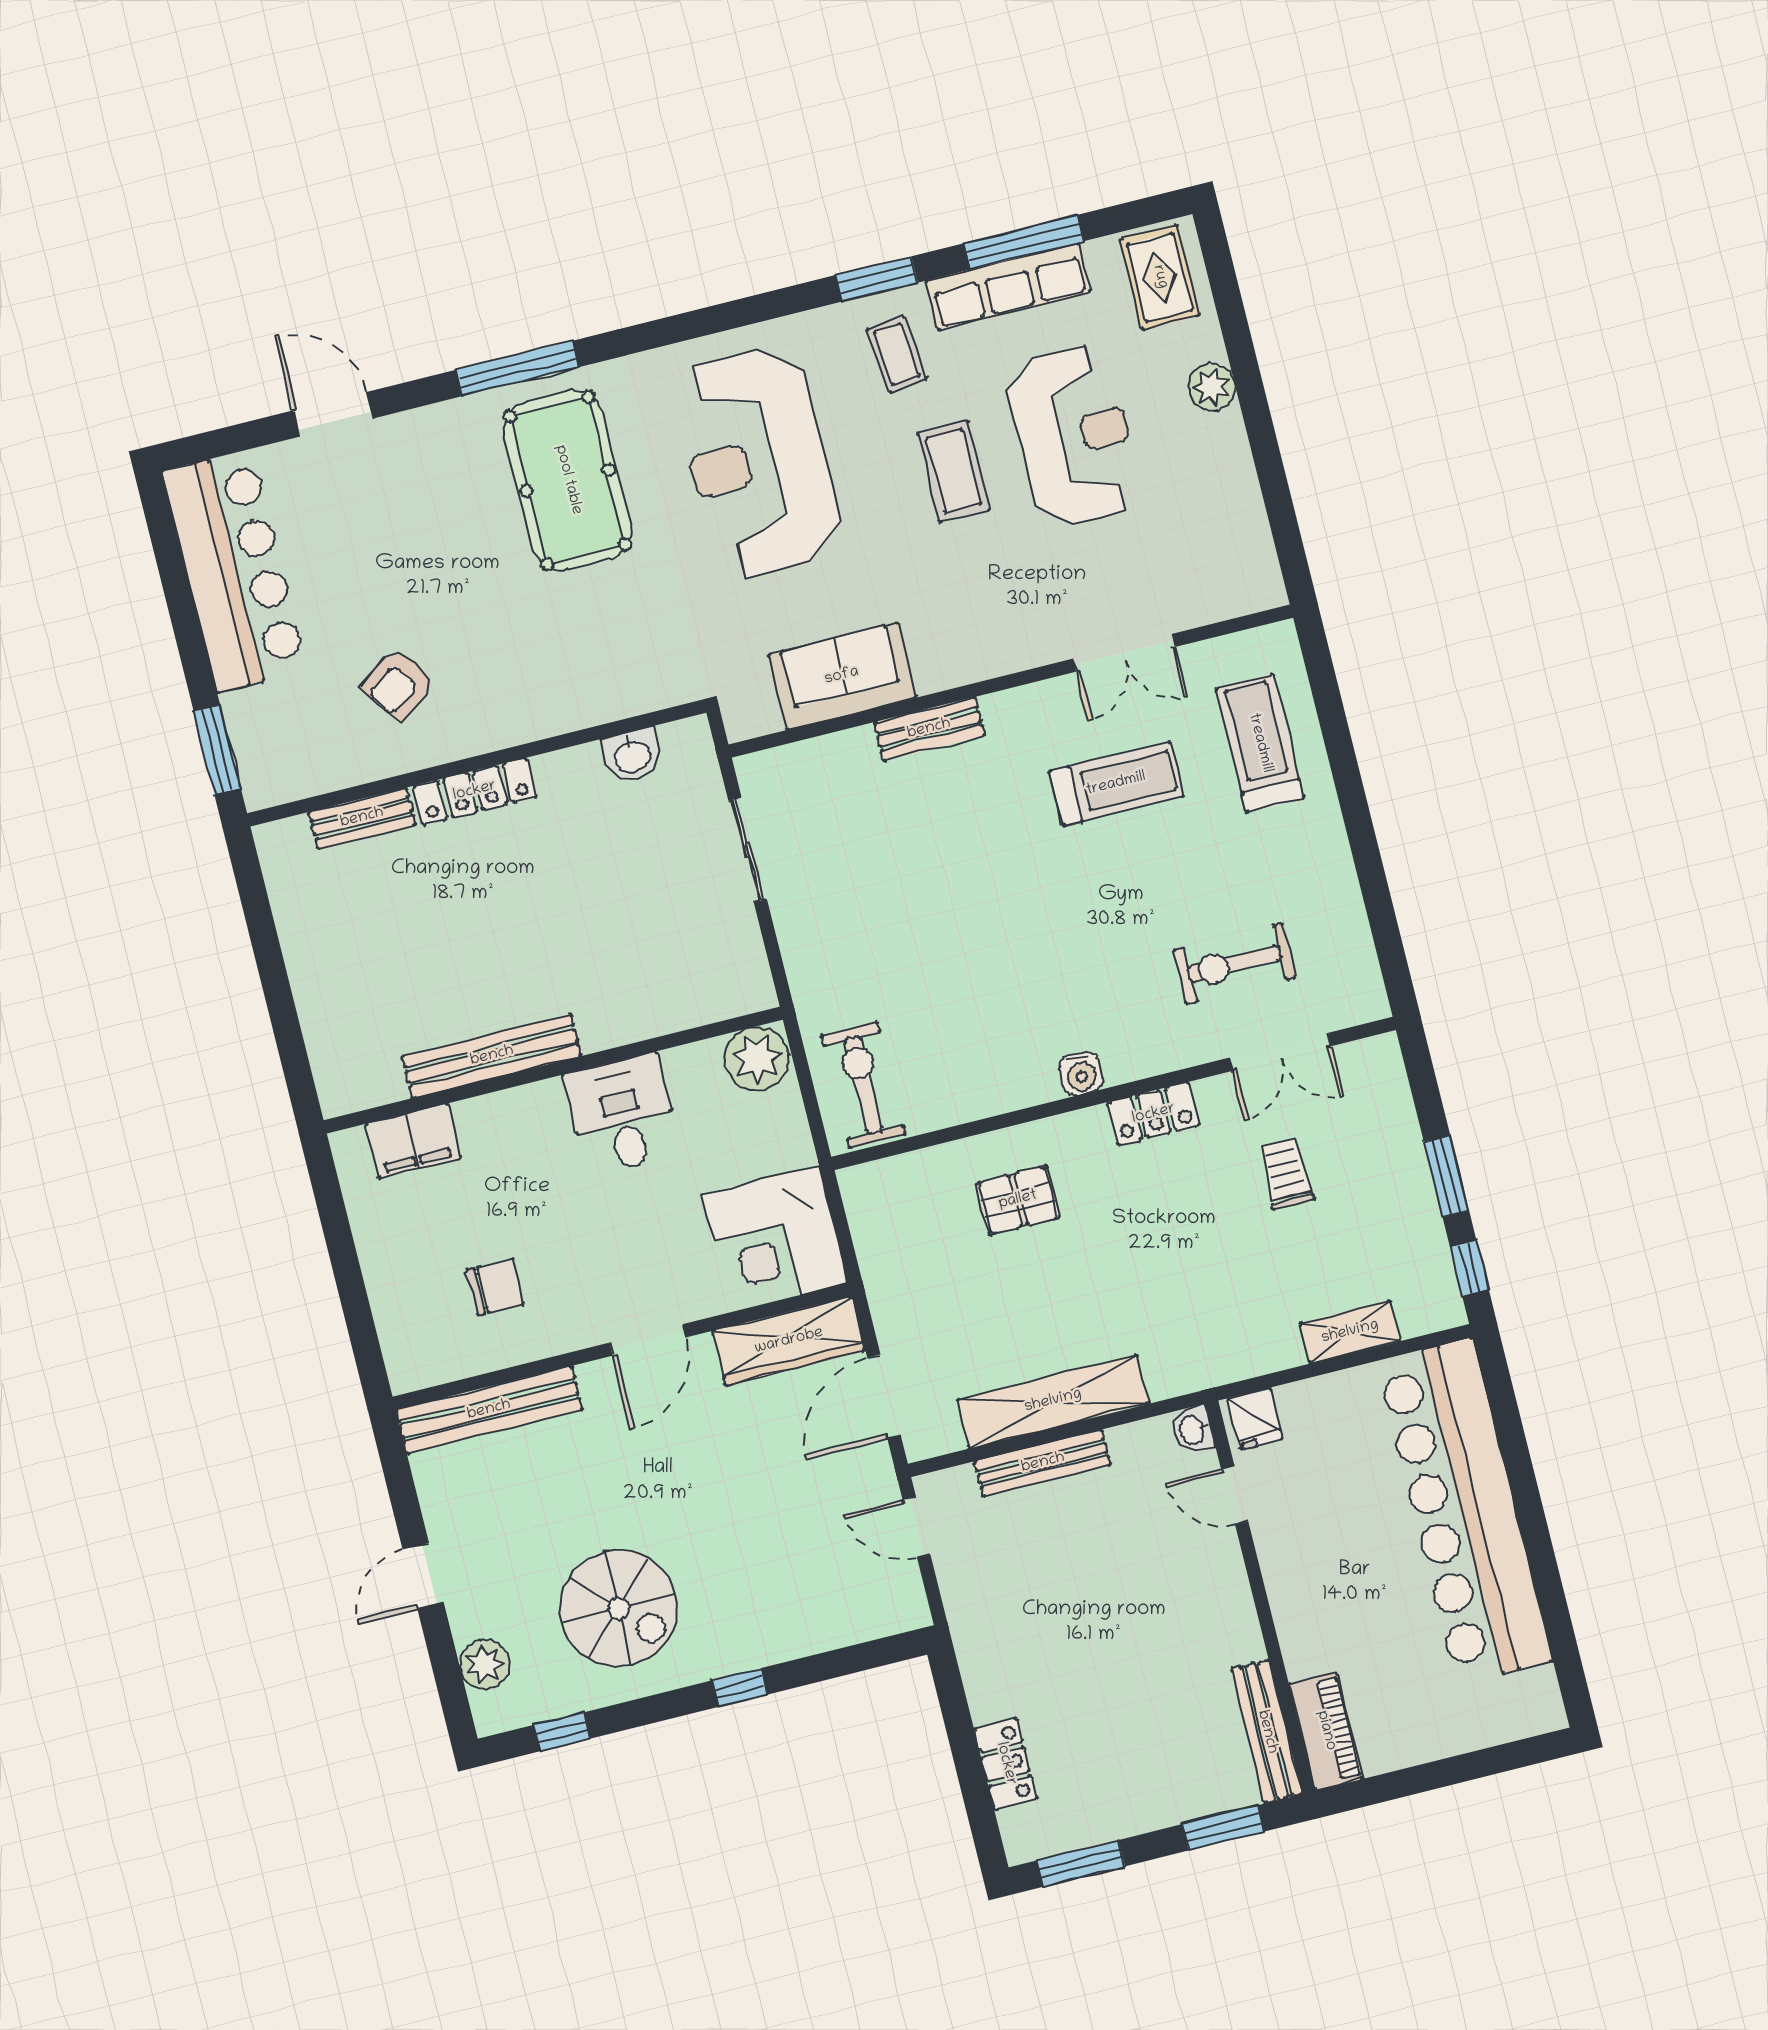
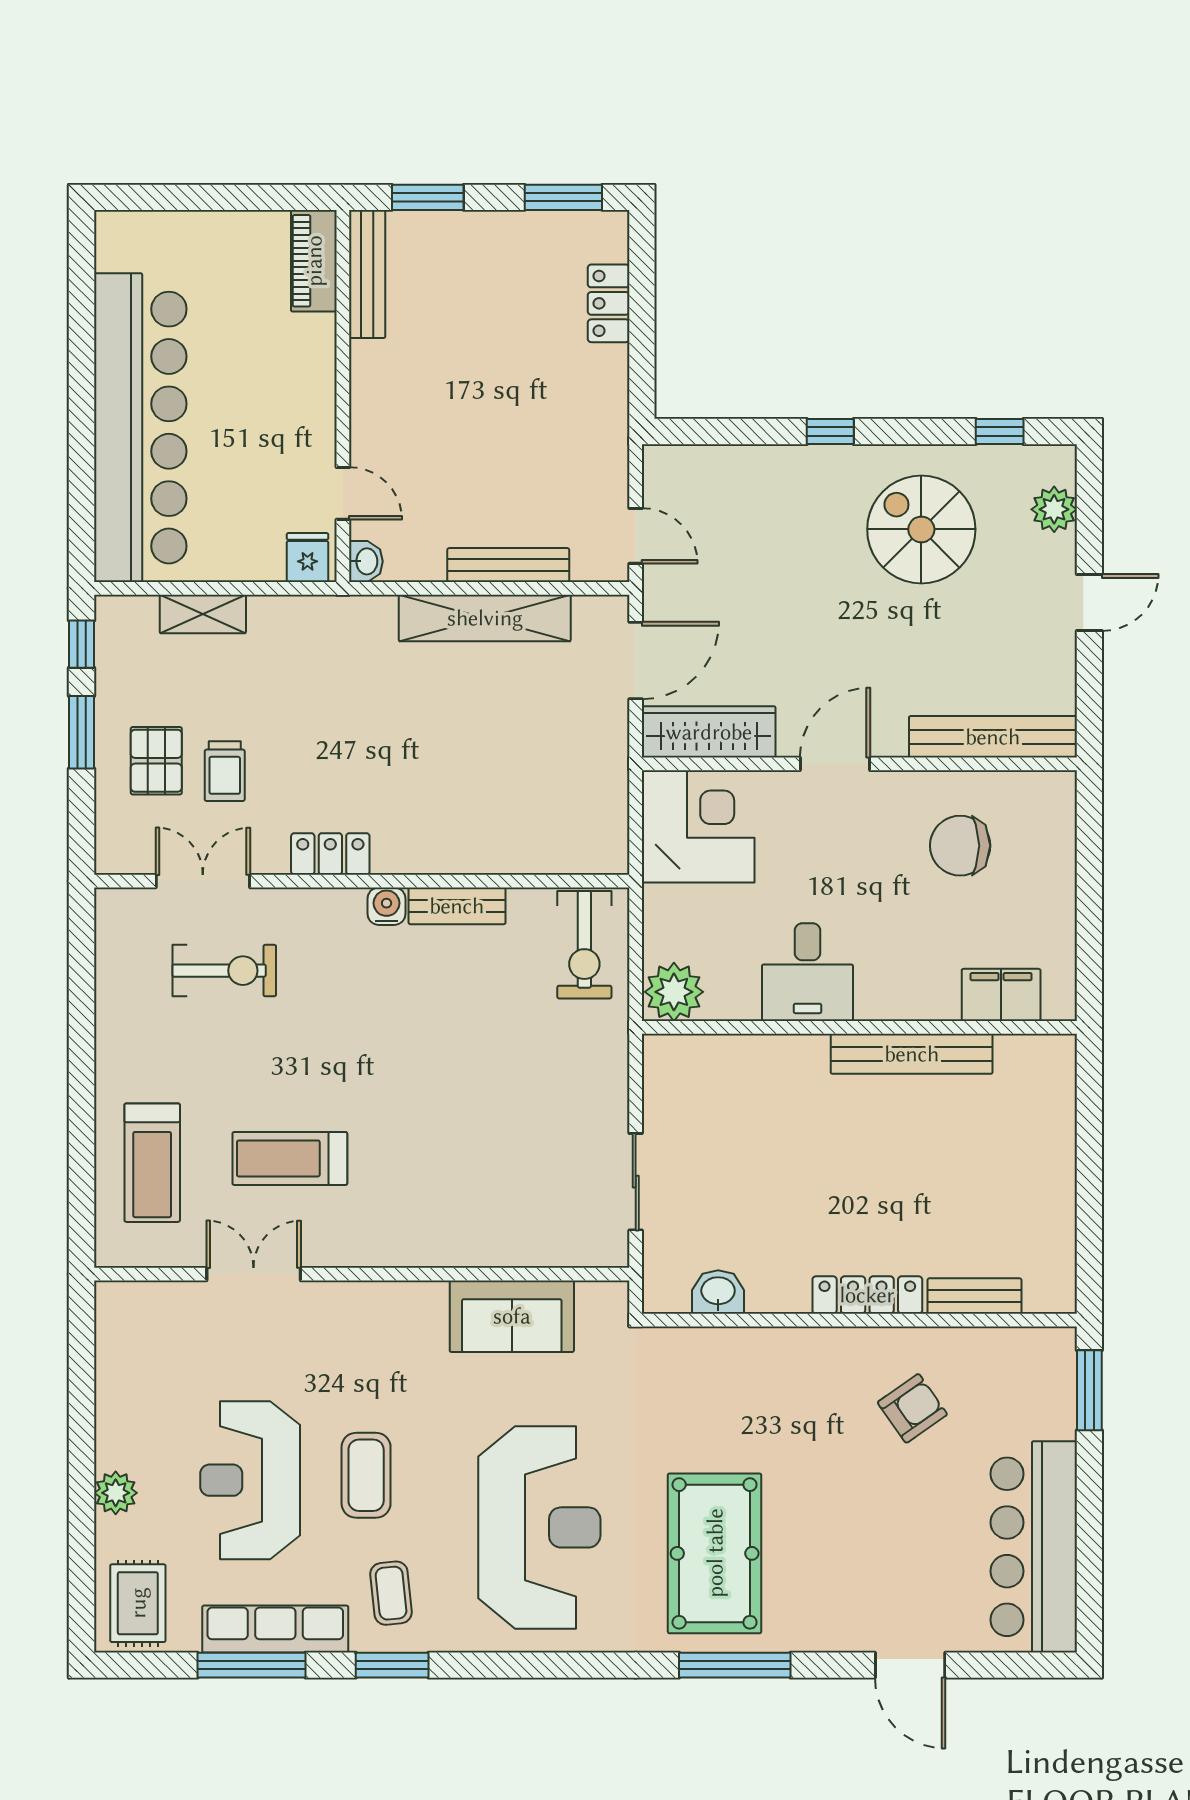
bench: (929, 729) -> (457, 906), moved
pallet: (1018, 1200) -> (156, 761), moved, turned 90
chair: (495, 1287) -> (960, 846), width x1.37, depth x1.37

